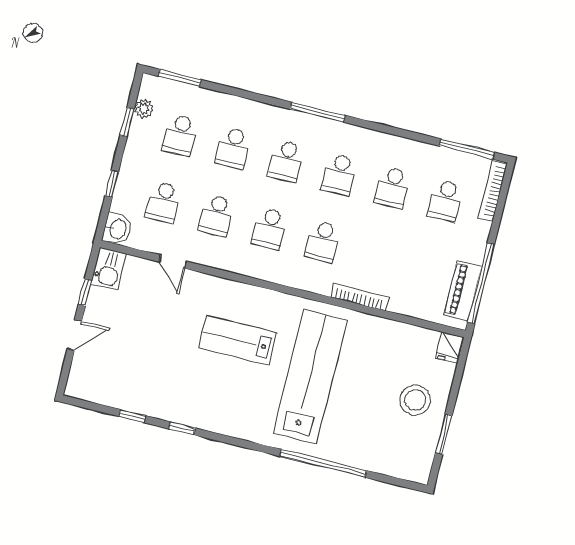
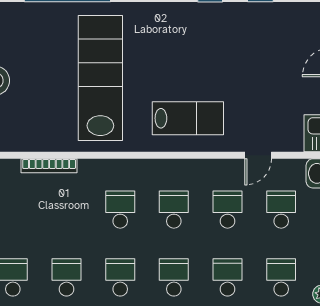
door: (173, 262) -> (258, 155), swing flipped
bookcase: (360, 297) -> (49, 166), moved
lab bench: (238, 340) -> (188, 118), moved
lab bench: (310, 377) -> (100, 78), turned 180

